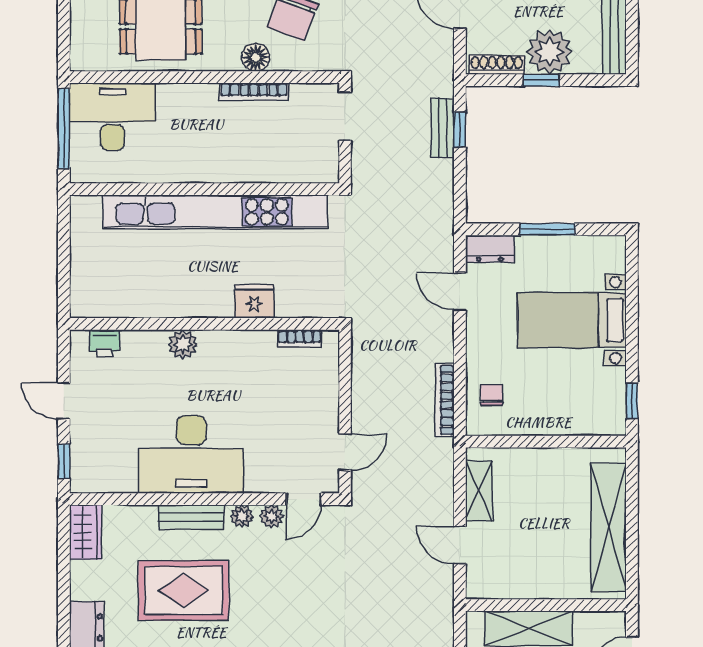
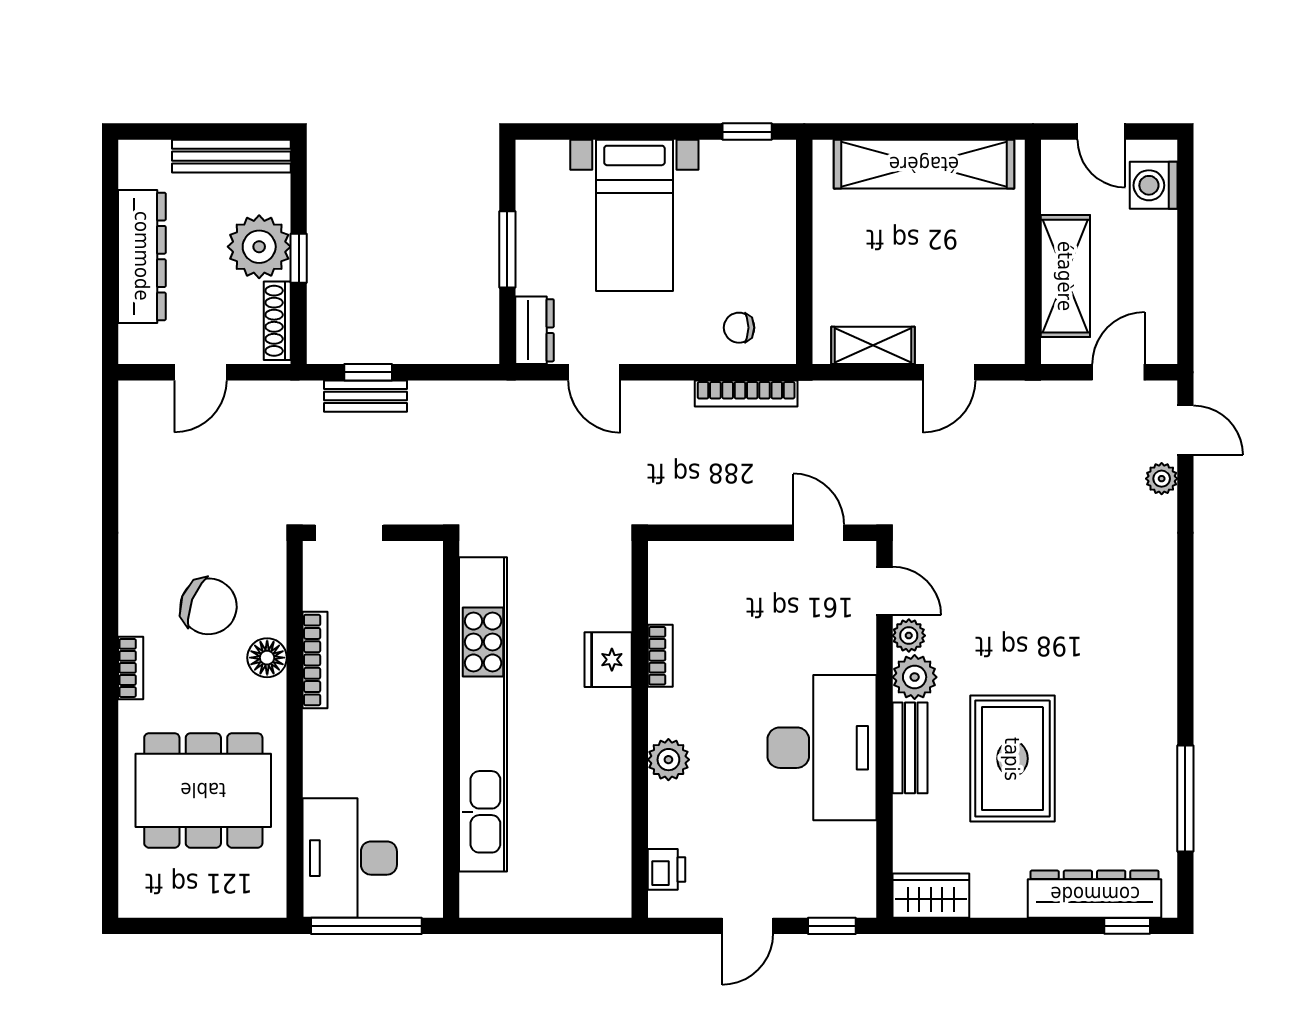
door: (460, 291) -> (594, 372), hinge flipped
bookcase: (300, 339) -> (660, 656), moved
plant: (242, 516) -> (915, 677), width x1.38, depth x1.38

